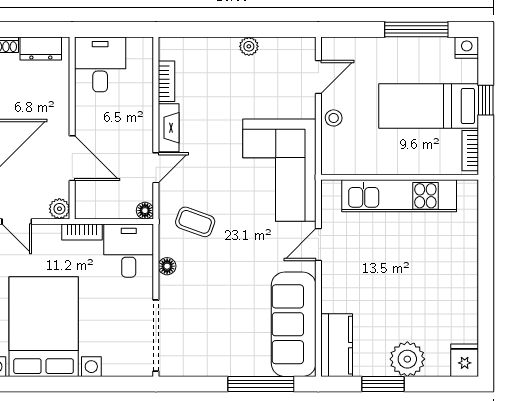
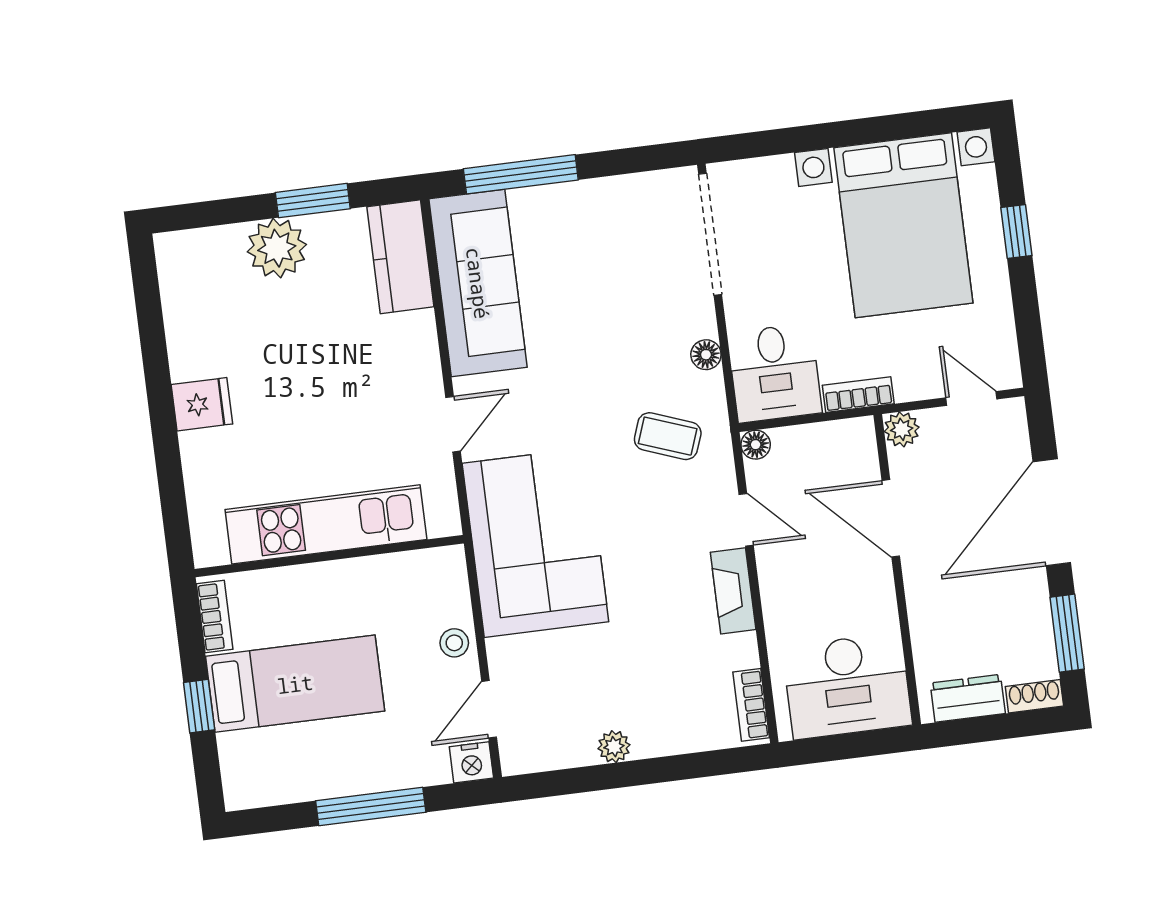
window: (416, 30) -> (371, 806), moved
nightstand: (467, 48) -> (471, 762), moved
desk: (100, 64) -> (847, 686), width x1.37
bookcase: (167, 81) -> (751, 705), moved
door: (156, 168) -> (746, 520), swing flipped
fridge: (465, 360) -> (202, 404), moved, turned -90

